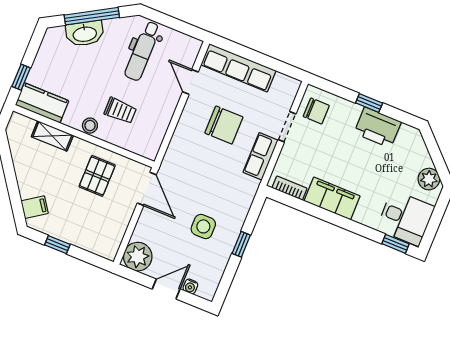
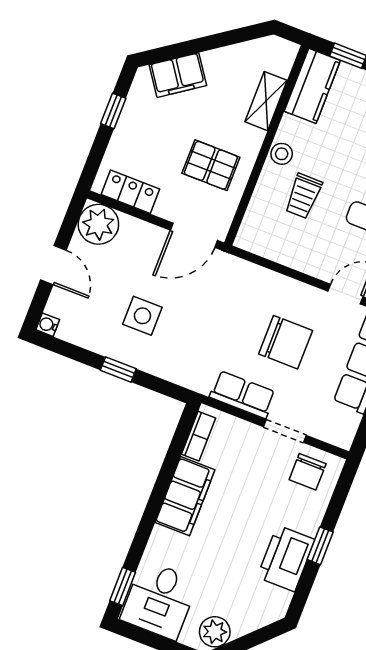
chair: (224, 125) -> (286, 342), turned -90
filing cabinet: (35, 207) -> (178, 75), width x2.00
locker: (115, 234) -> (130, 192), added
water cooler: (190, 286) -> (48, 325), moved

